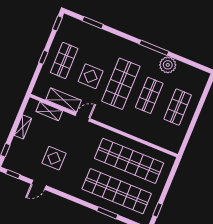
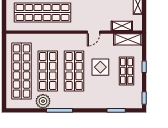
shop shelf: (149, 95) -> (48, 71), width x1.43, depth x1.36
shelving: (64, 100) -> (128, 39), moved
shop shelf: (178, 107) -> (21, 71), width x2.00, depth x1.36

